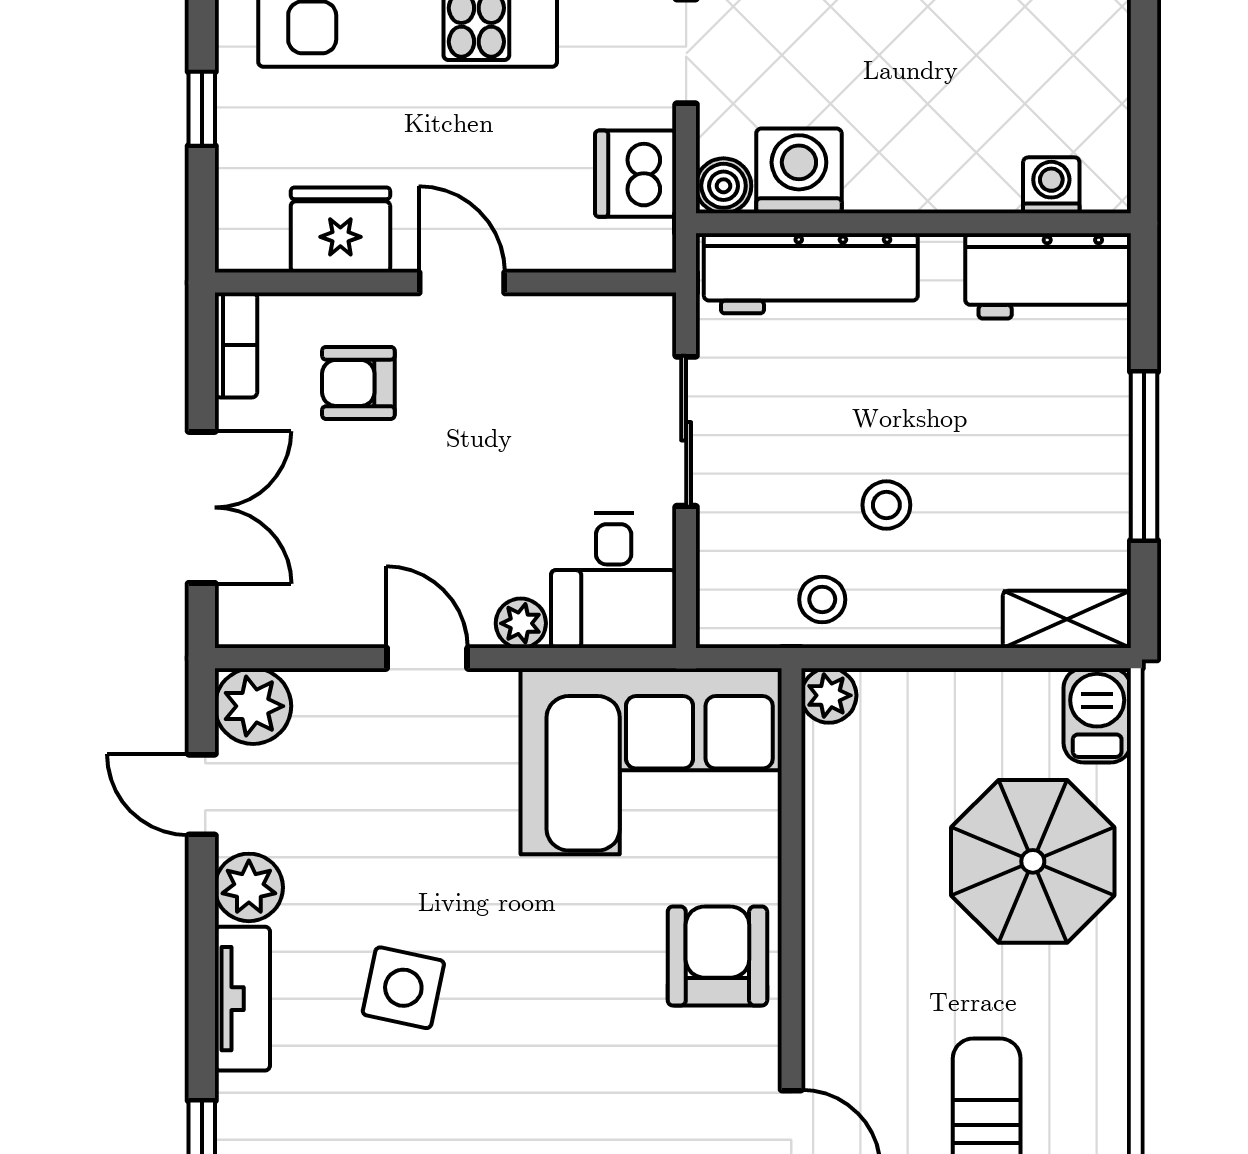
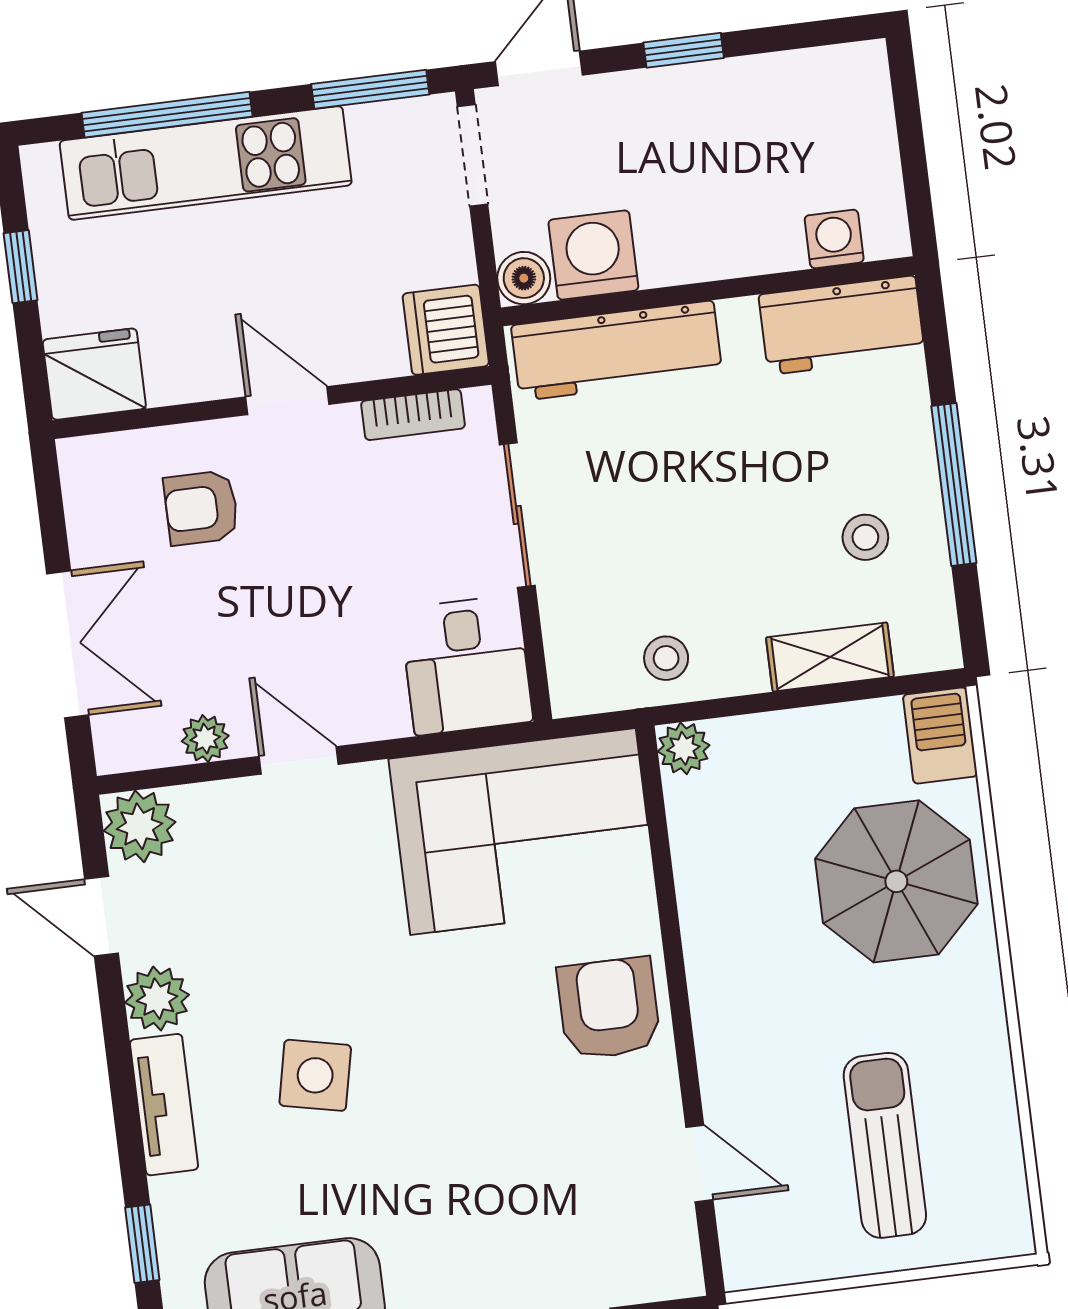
dishwasher: (636, 174) -> (446, 330), moved
fridge: (340, 230) -> (94, 374), moved
bookcase: (236, 345) -> (413, 415), moved, turned 90
stool: (886, 505) -> (865, 537), moved
shelving: (1067, 619) -> (830, 657), moved
plant: (521, 623) -> (205, 738), moved

